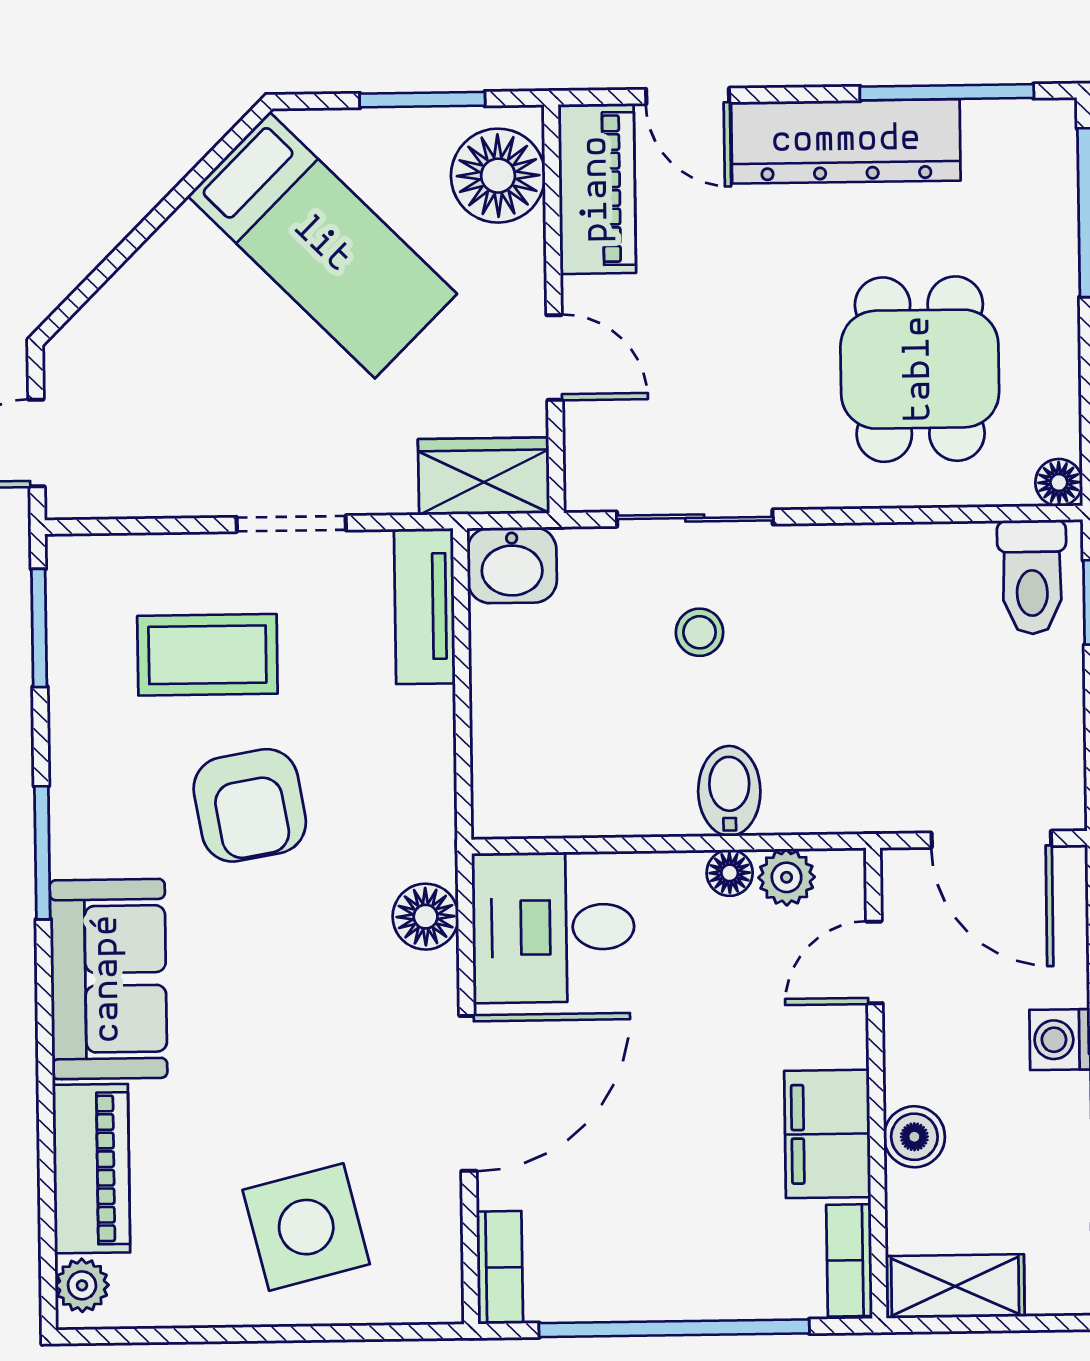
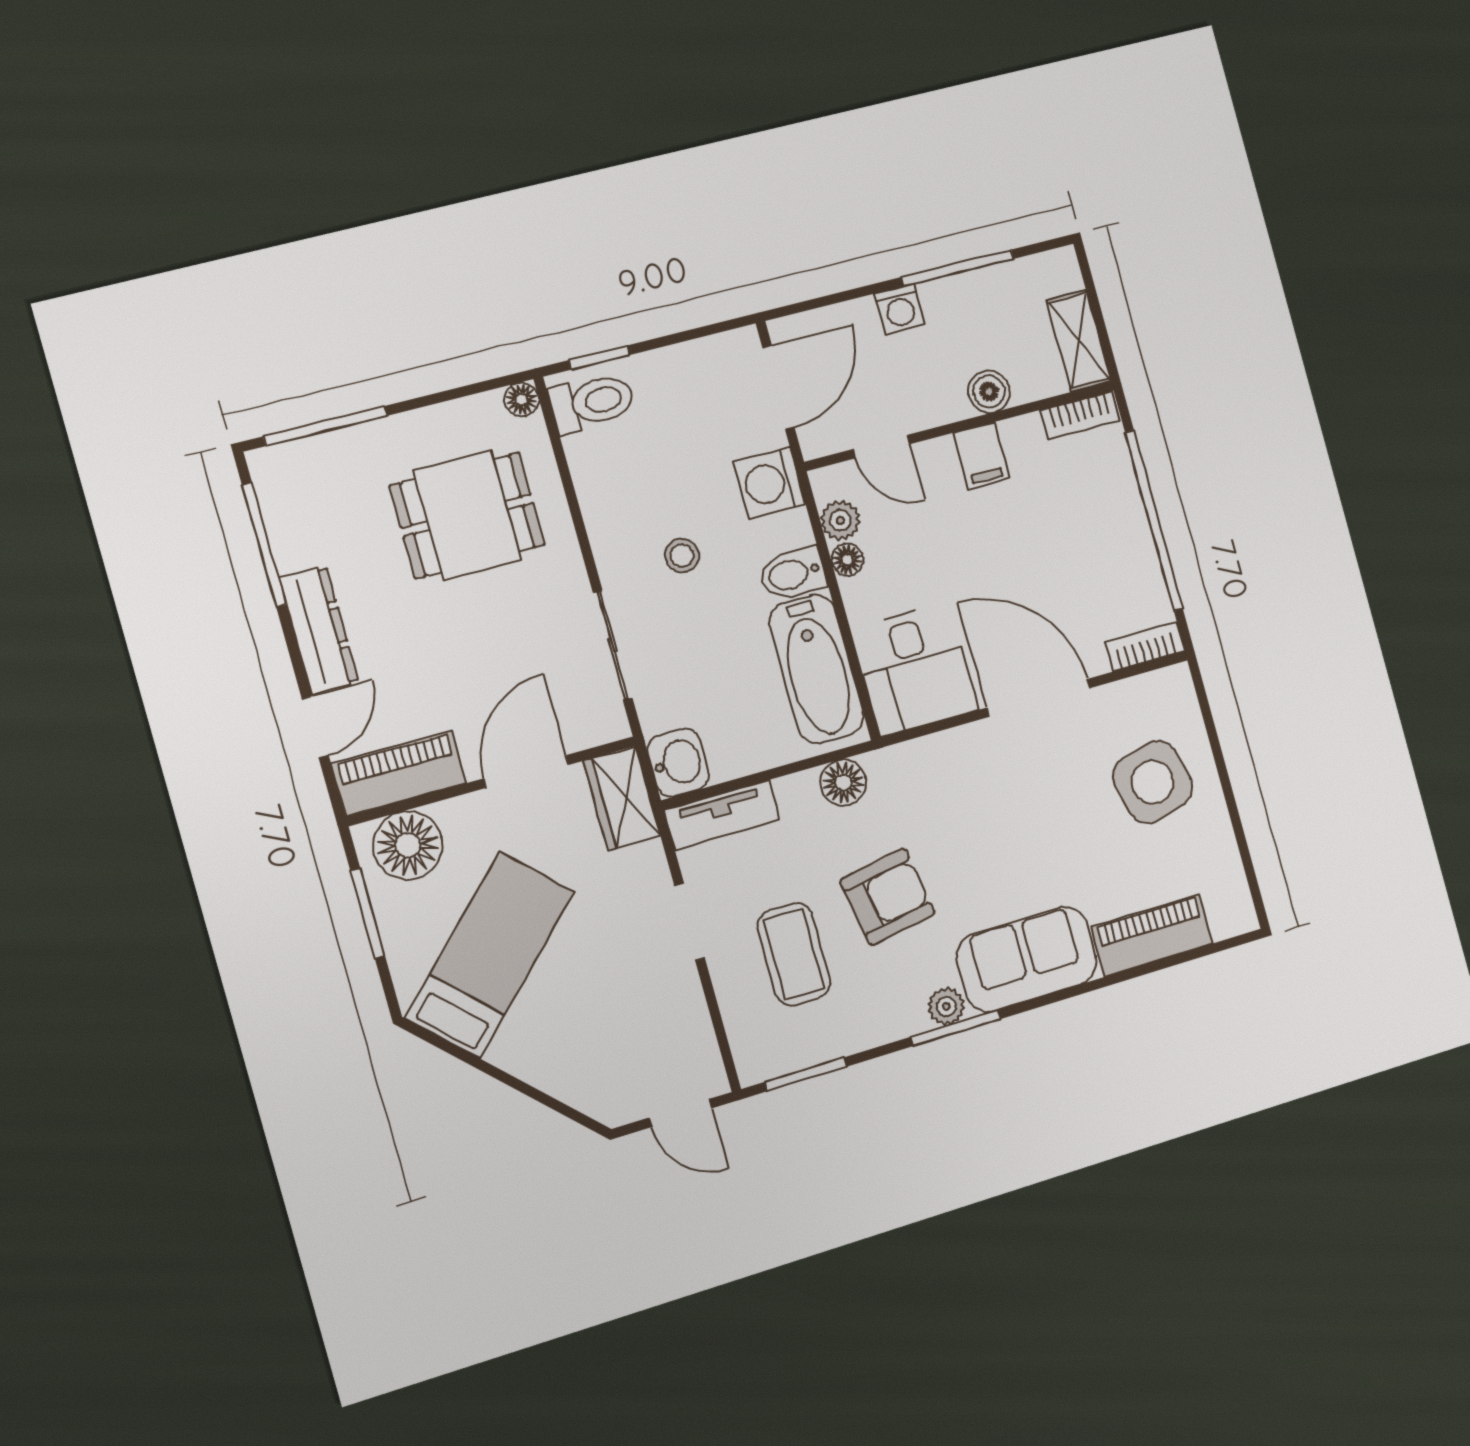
dresser: (846, 141) -> (319, 630), width x0.73, depth x0.80
door: (555, 357) -> (526, 772), width x1.38
stool: (700, 632) -> (682, 555), moved
bathtub: (590, 789) -> (816, 669), added
washing machine: (862, 792) -> (769, 483), added
floor lamp: (426, 917) -> (843, 783), moved
filing cabinet: (827, 1134) -> (982, 456), width x0.50
plant: (82, 1285) -> (946, 1006), moved

